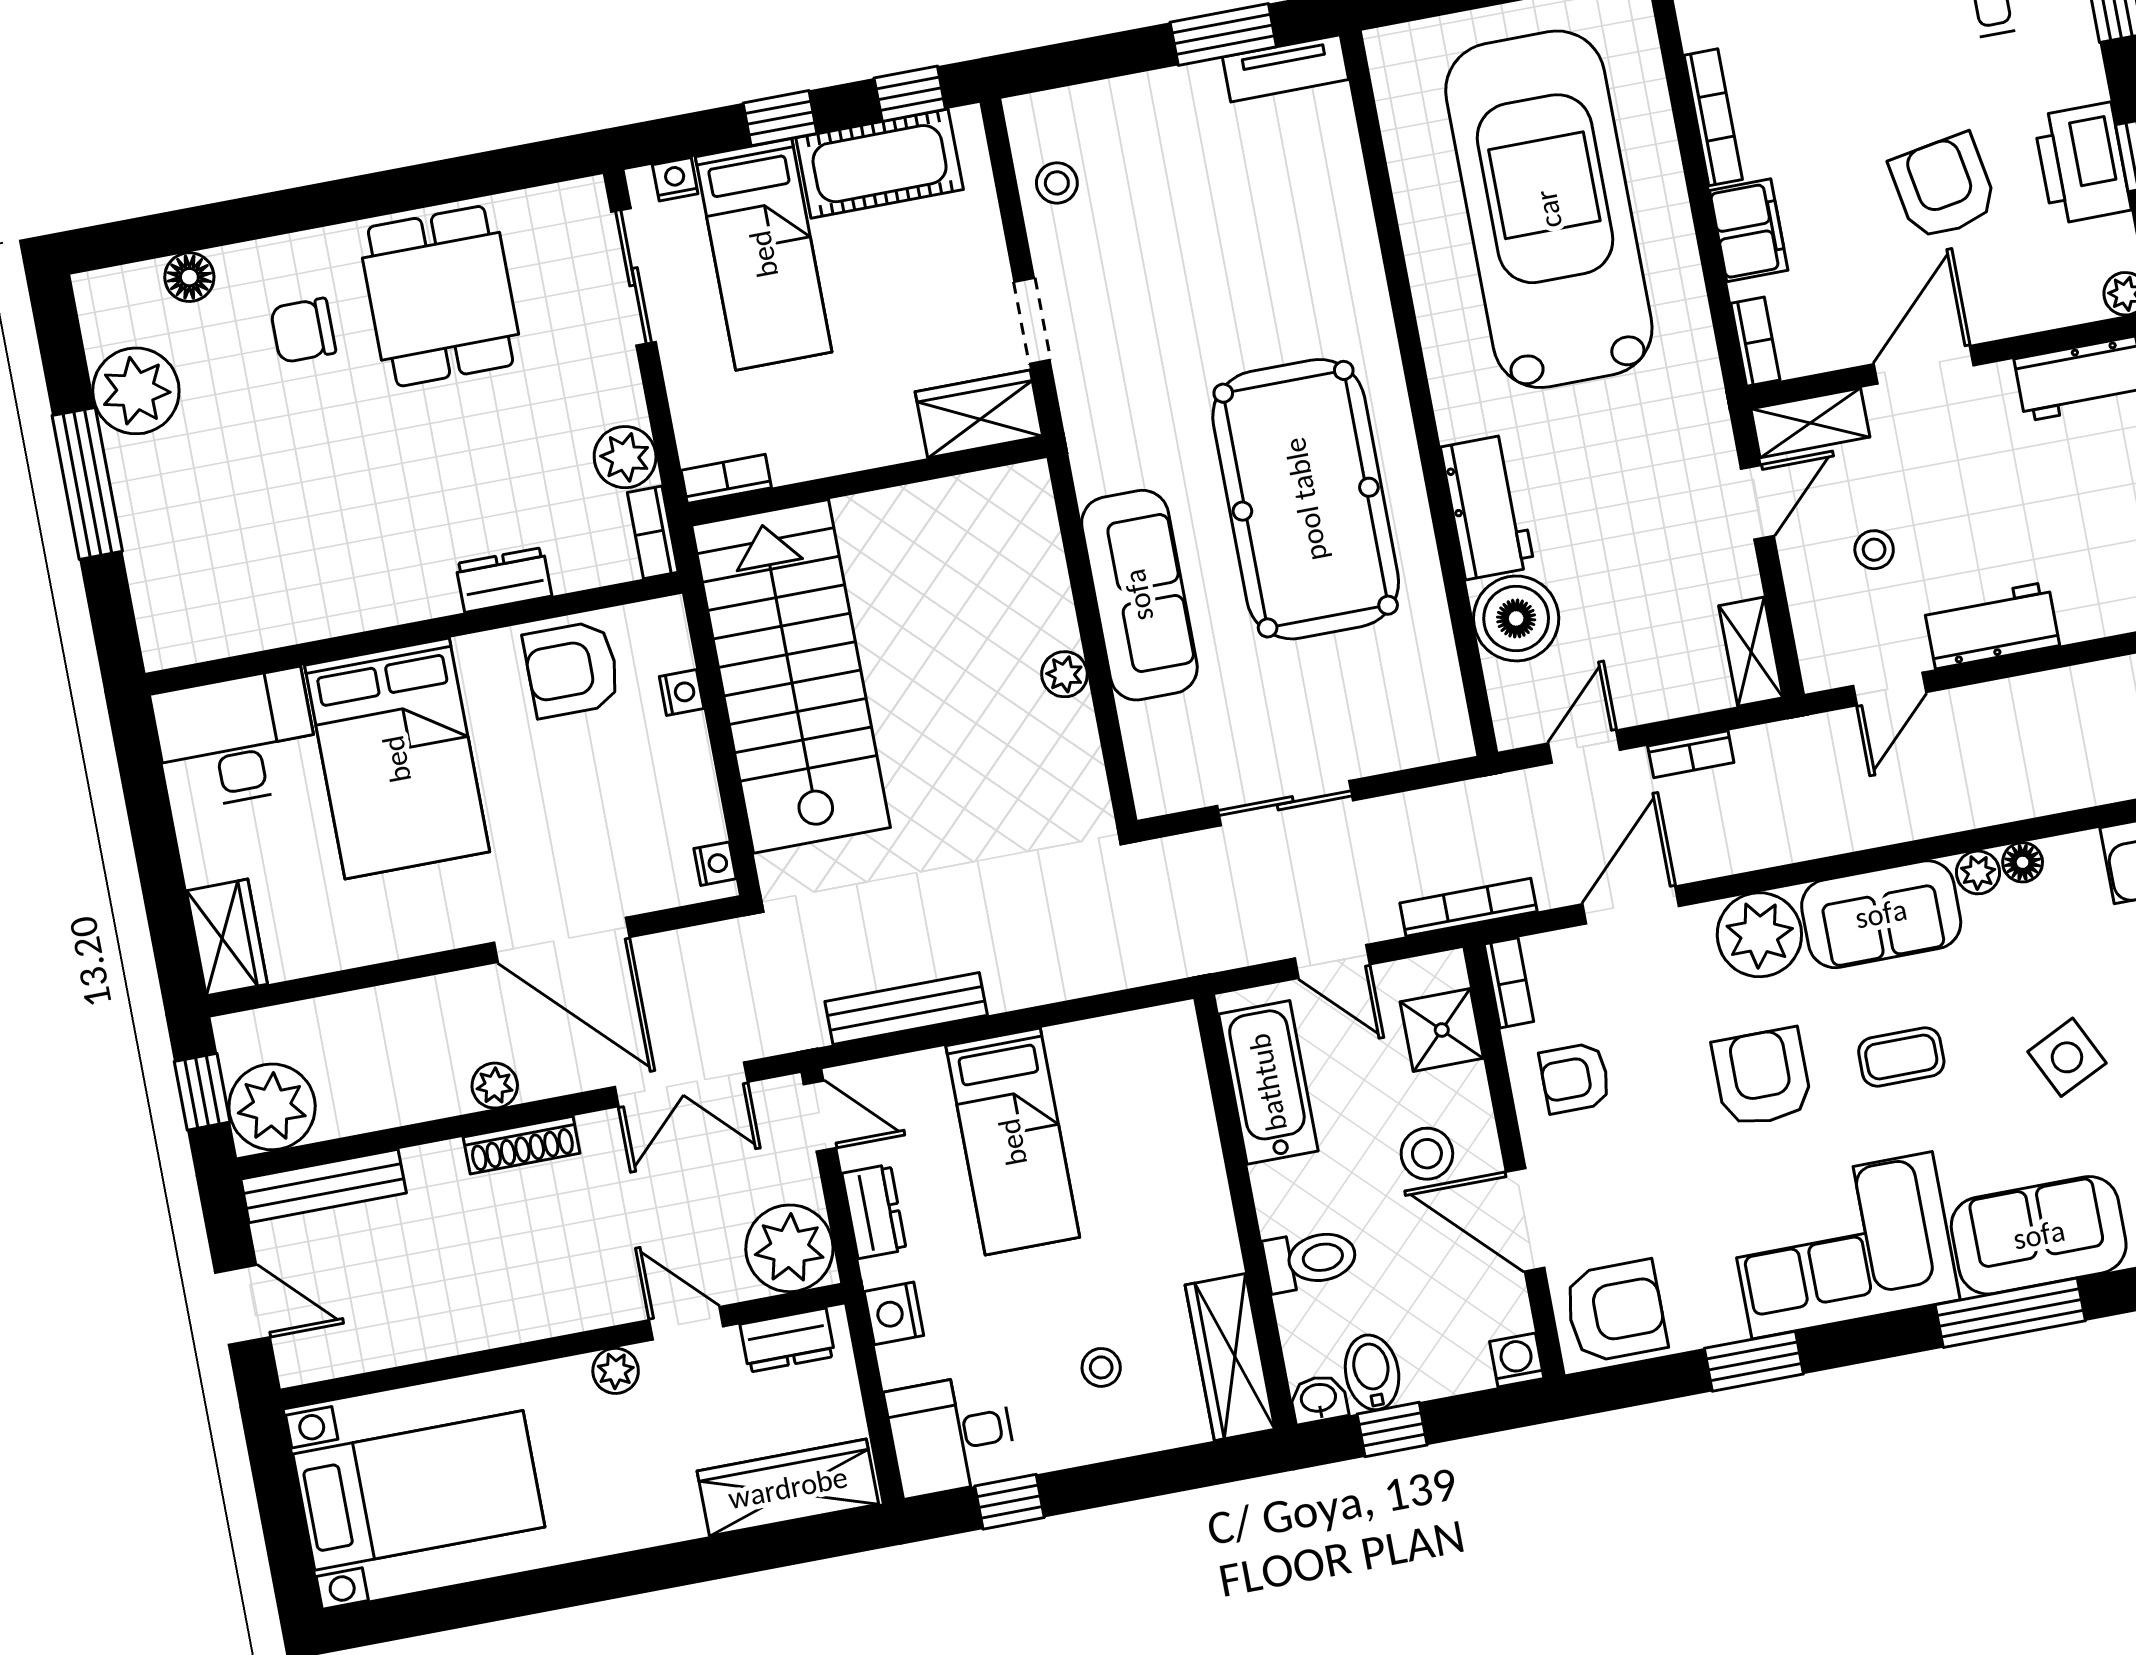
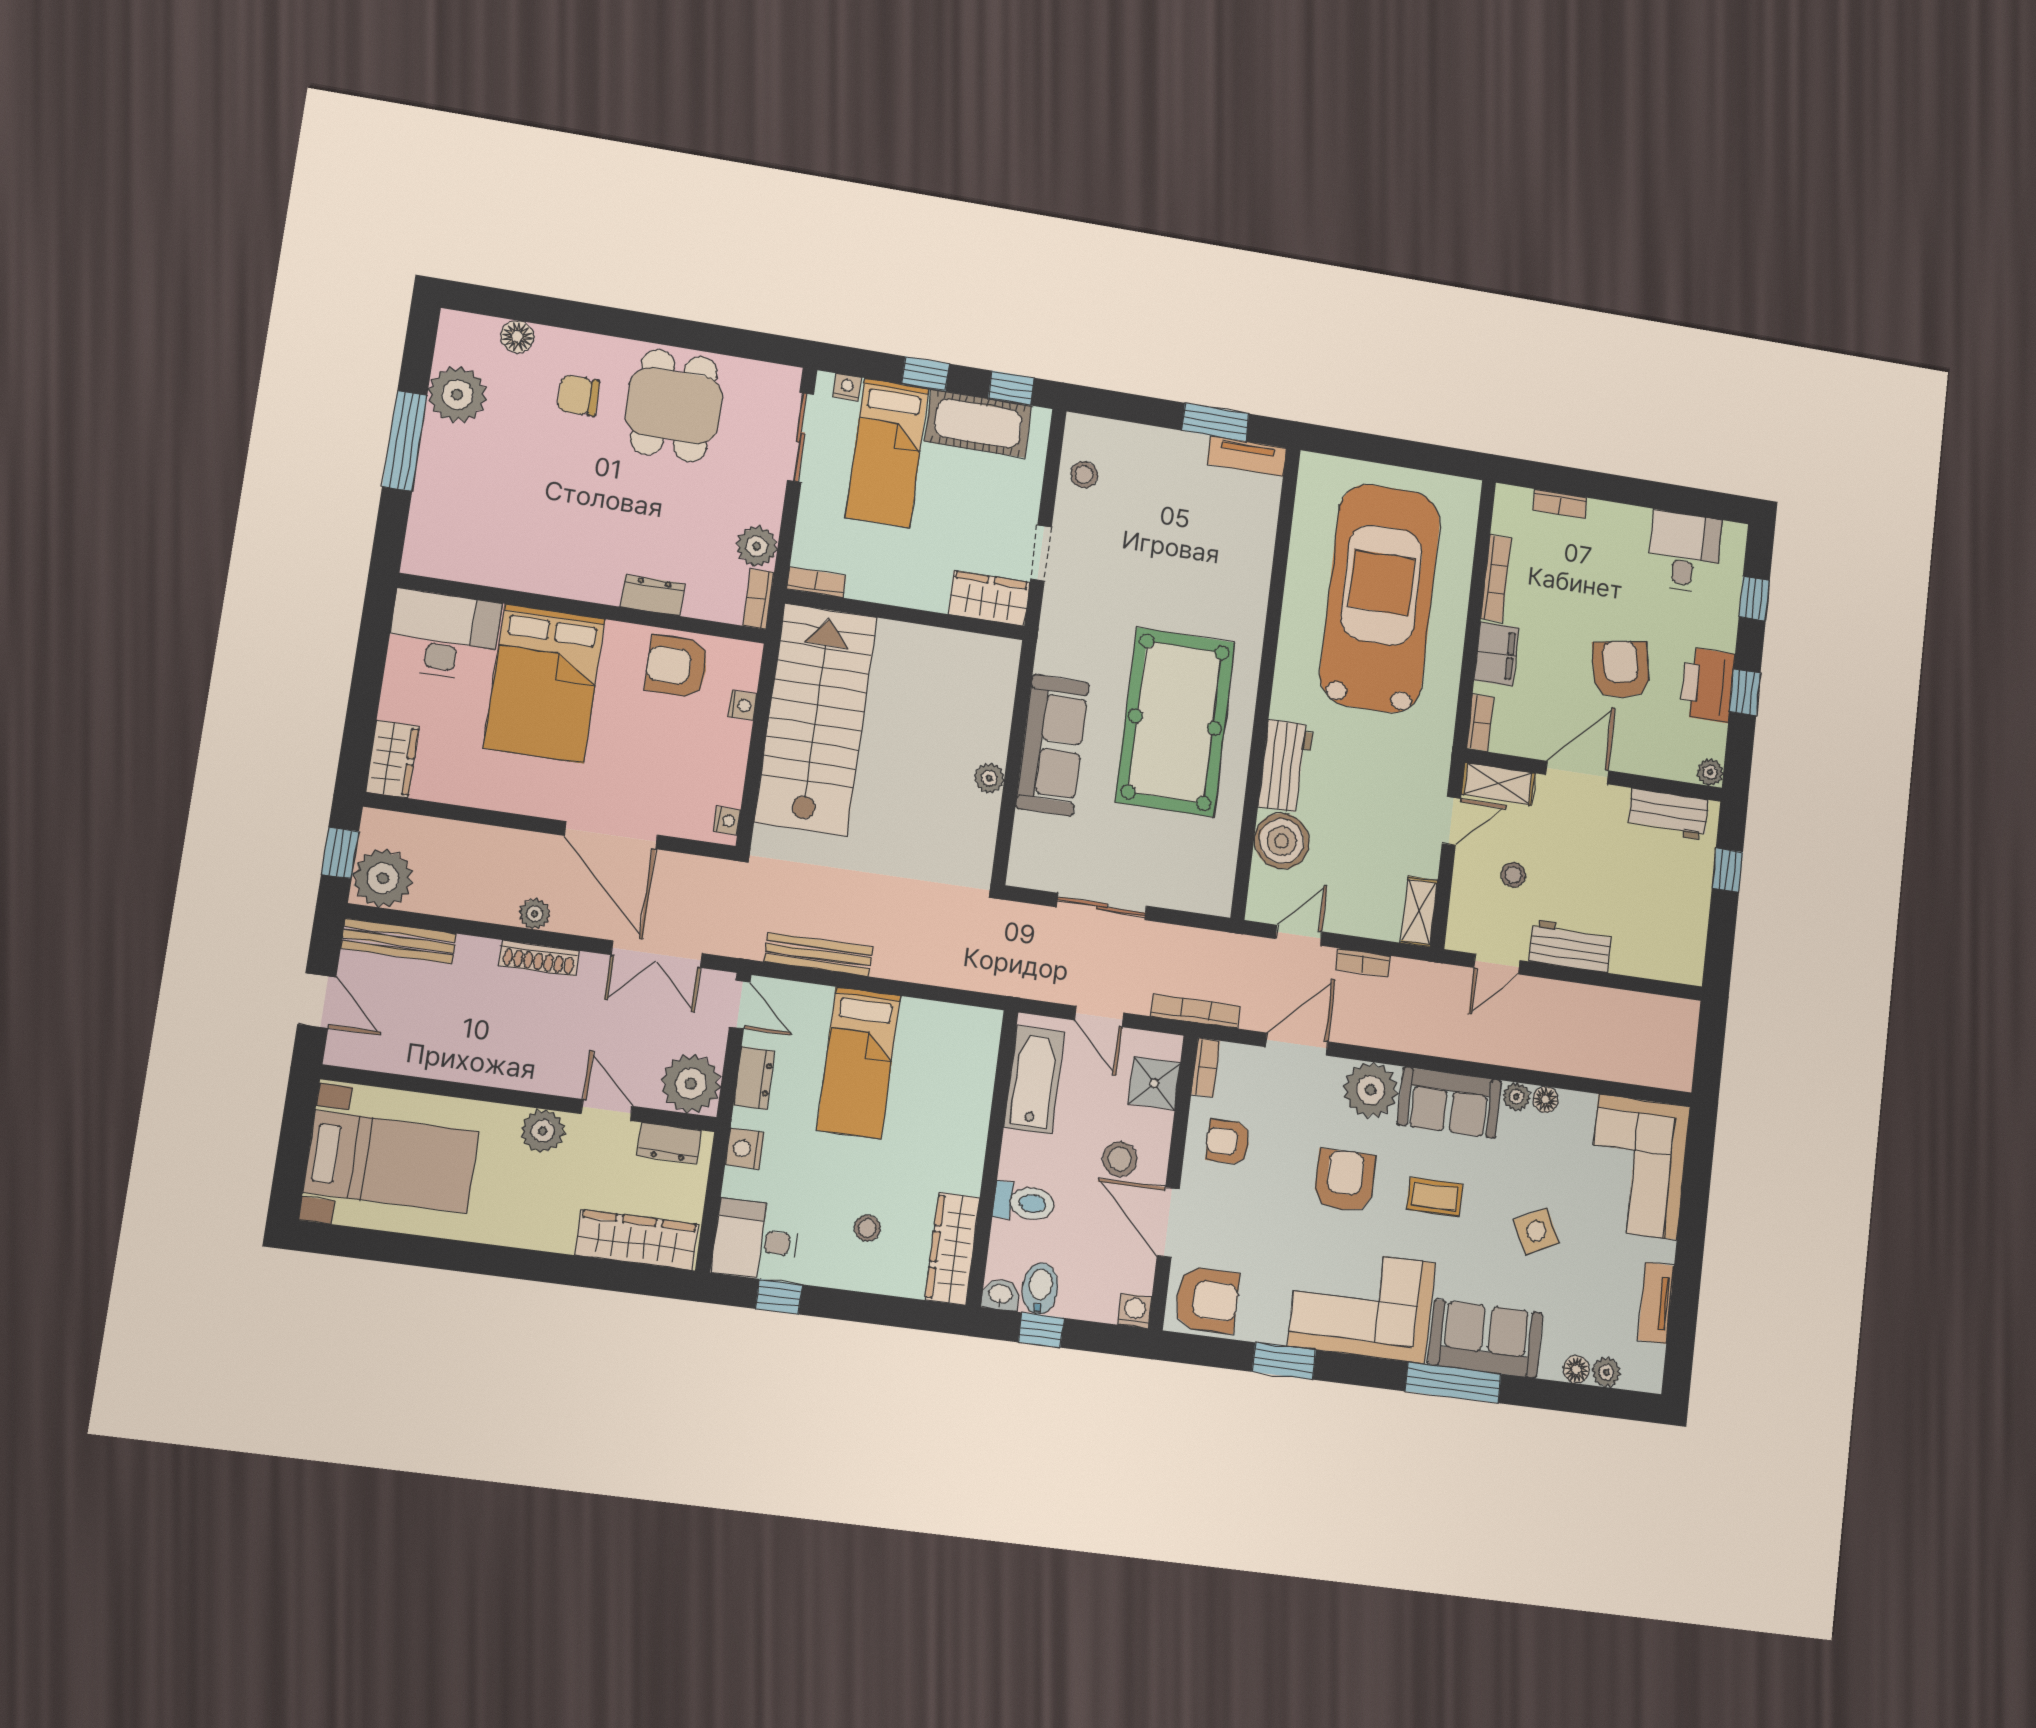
plant: (616, 1371) -> (543, 1131), width x1.38, depth x1.38

